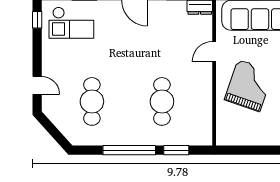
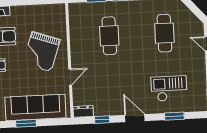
checkout: (71, 23) -> (169, 89), moved

